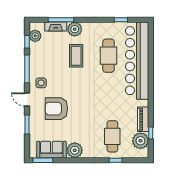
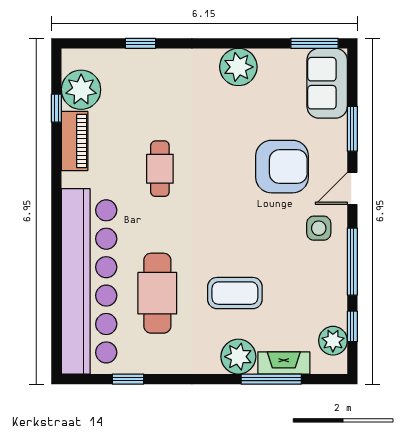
coffee table: (76, 56) -> (235, 293), turned 90
door: (27, 99) -> (352, 188), swing flipped
cafe table: (112, 136) -> (160, 169), moved, width x0.73, depth x0.74
sofa: (51, 150) -> (327, 83), moved, turned 90

